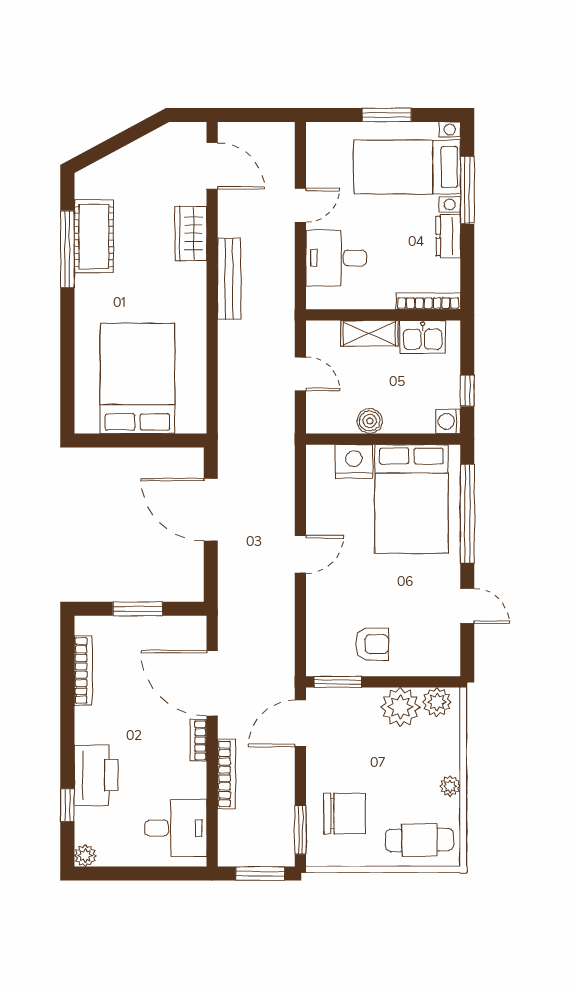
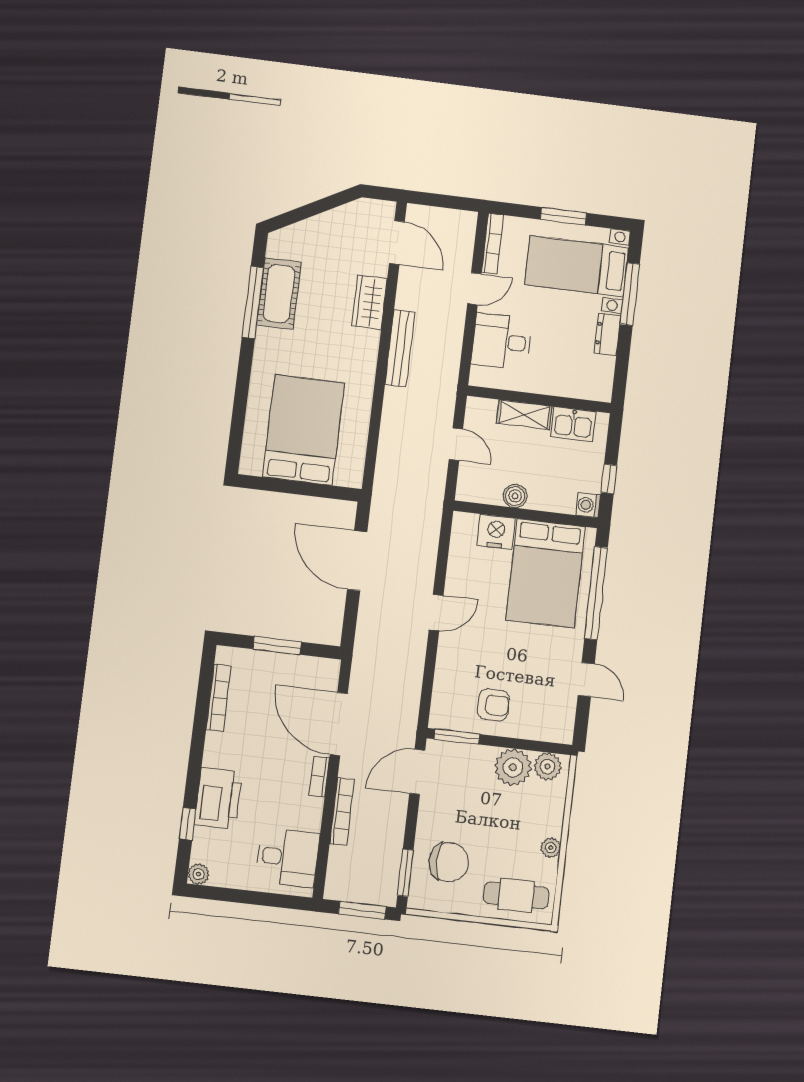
bookcase: (428, 301) -> (493, 244), moved, turned 90

